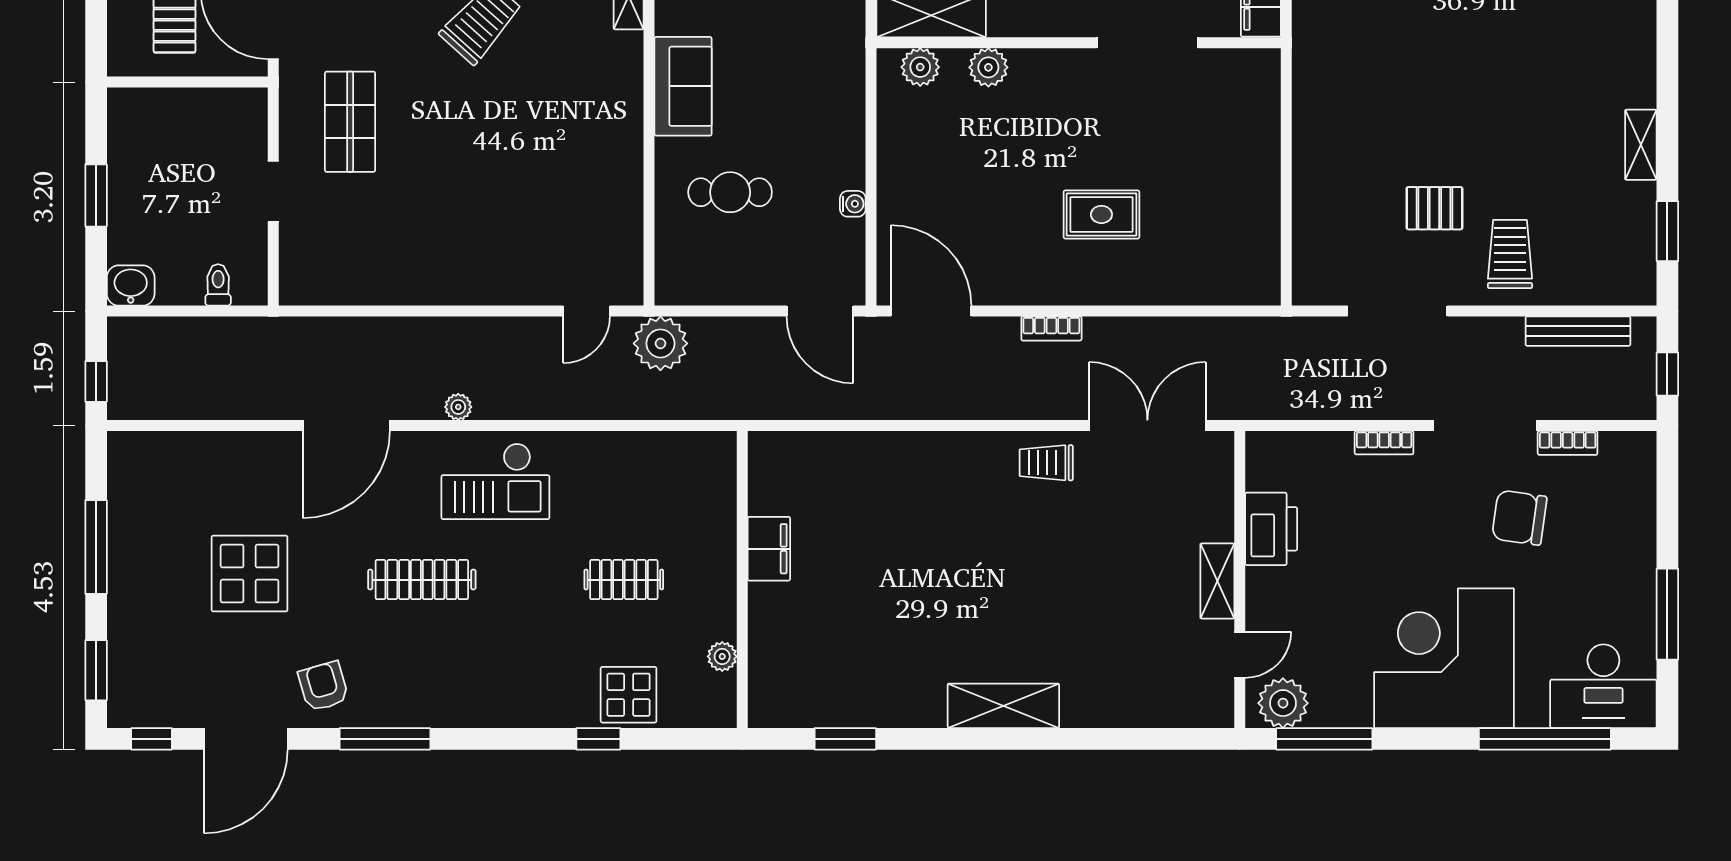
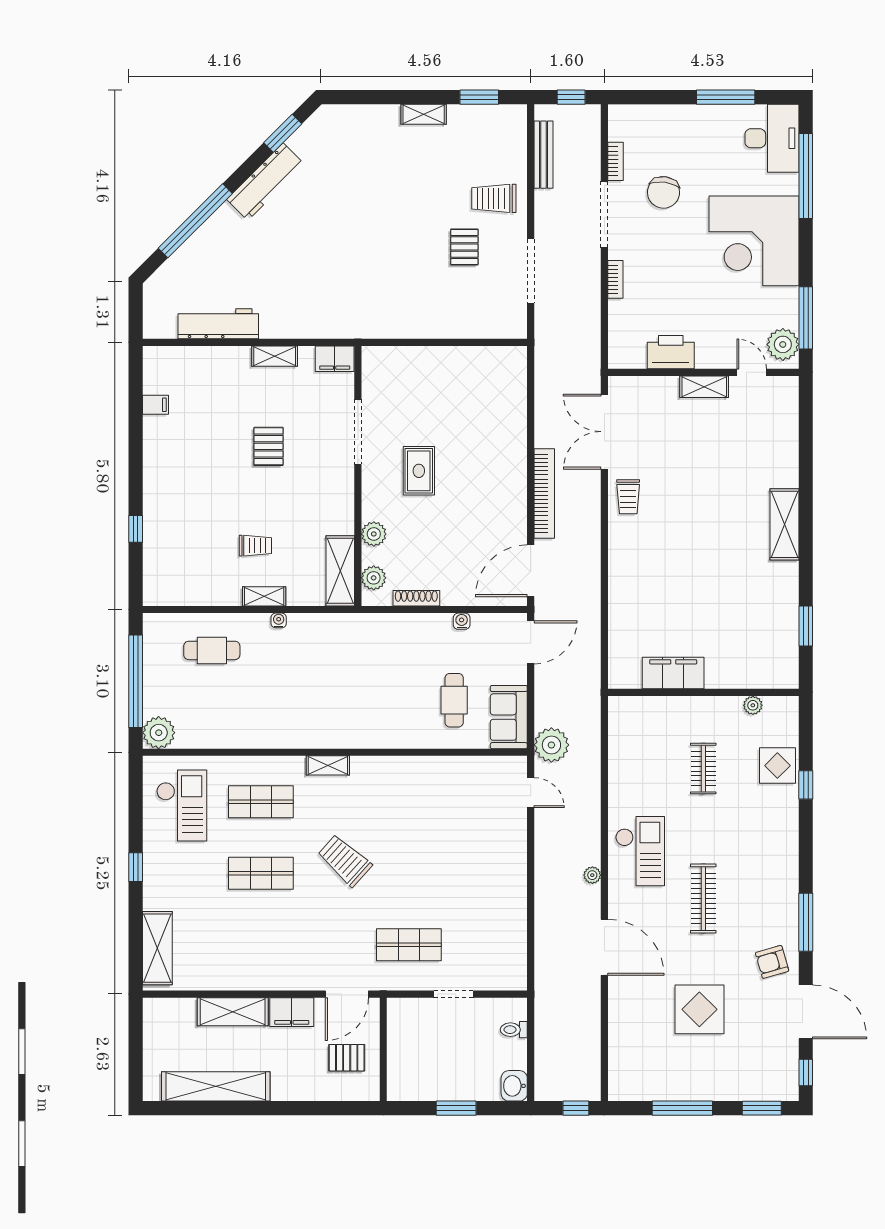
sofa: (683, 86) -> (509, 717), moved, turned -90
shoe rack: (889, 133) -> (416, 598), added
rug: (1101, 214) -> (419, 471), moved
bookcase: (1051, 329) -> (544, 493), width x2.31, depth x1.31
filing cabinet: (769, 549) -> (673, 673), width x1.50, depth x1.17

